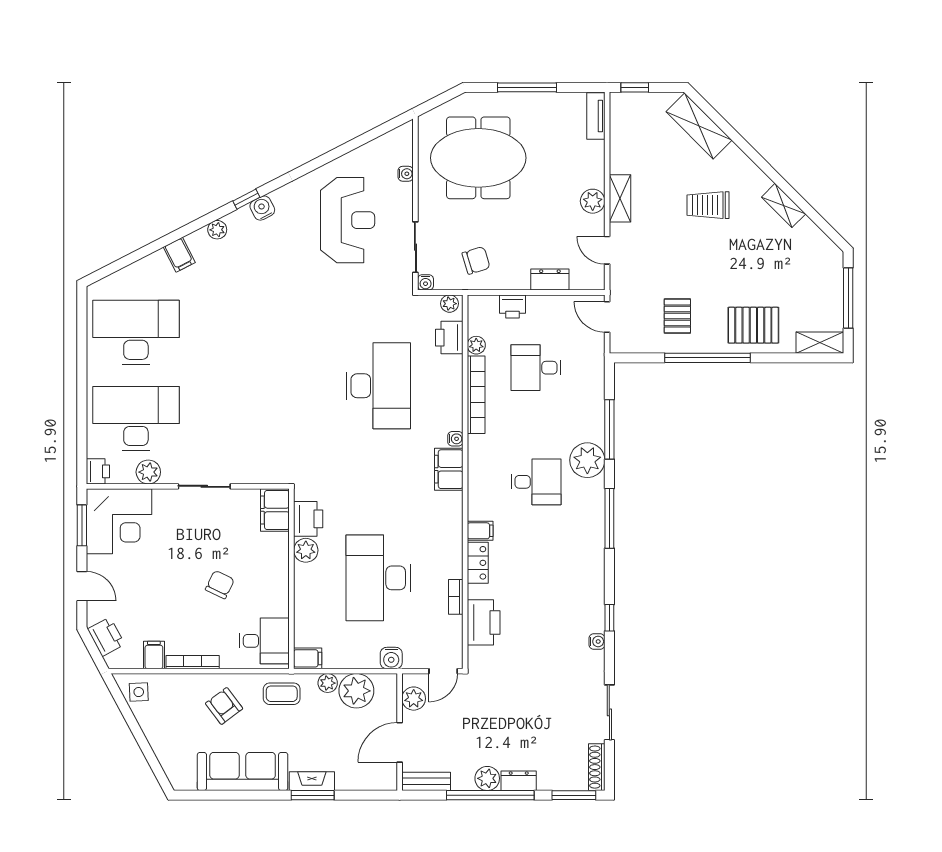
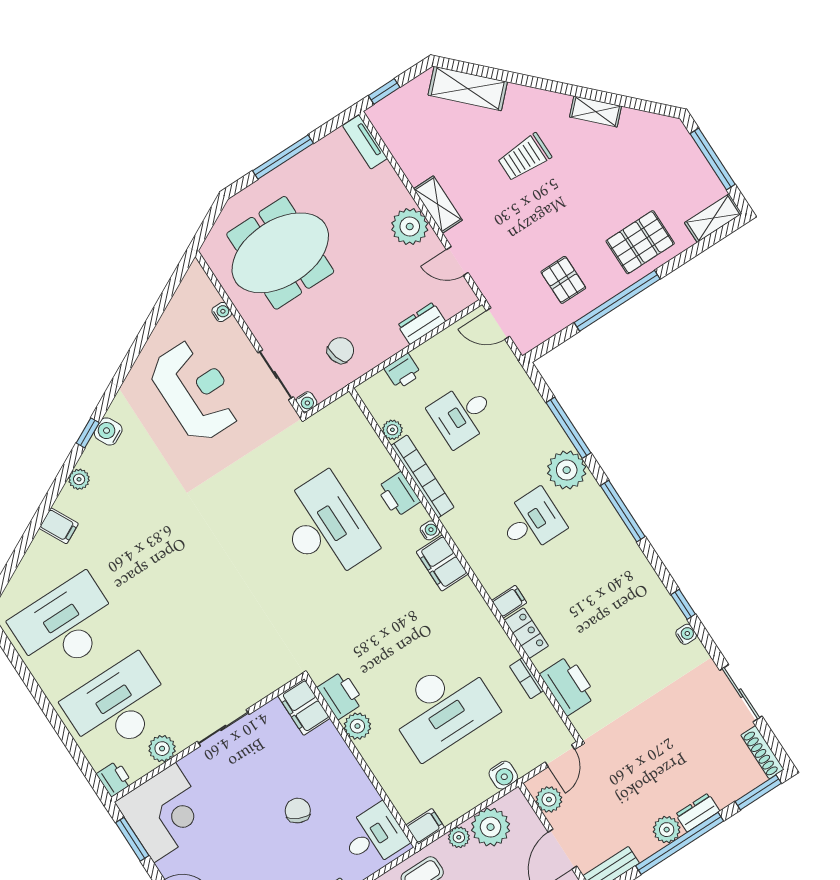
plant: (593, 201) -> (410, 227), width x1.36, depth x1.36
plant: (450, 304) -> (342, 407), removed
printer: (449, 338) -> (398, 495), moved
desk: (378, 578) -> (442, 708), turned -90

